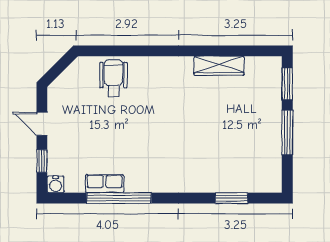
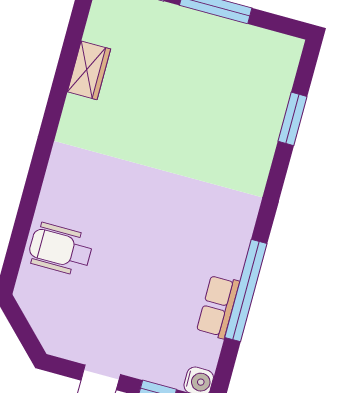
wardrobe: (219, 66) -> (89, 70), width x0.67

